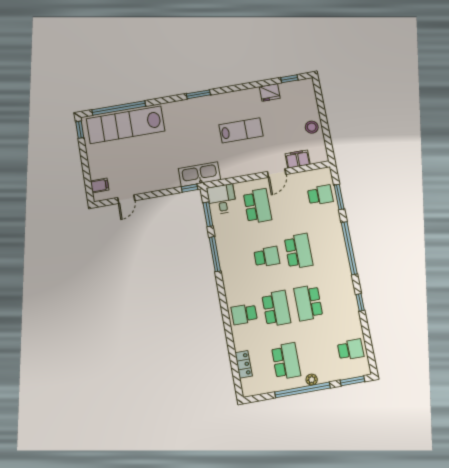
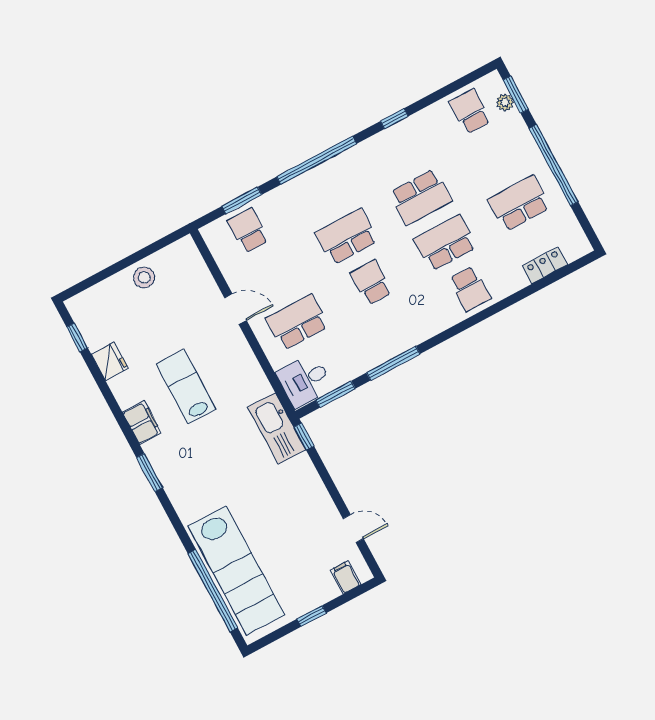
window: (80, 130) -> (312, 616), moved
filing cabinet: (298, 159) -> (142, 423), moved, turned 180
plant: (312, 380) -> (505, 102), moved

